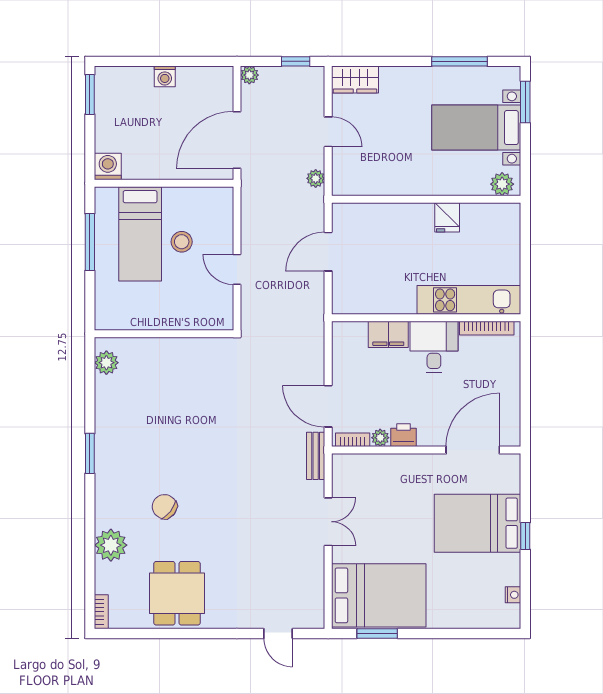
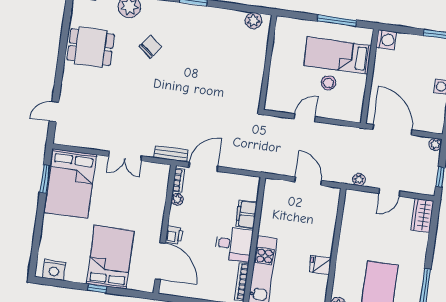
printer: (404, 435) -> (174, 235), moved
nightstand: (513, 595) -> (54, 270), width x1.89, depth x1.79

